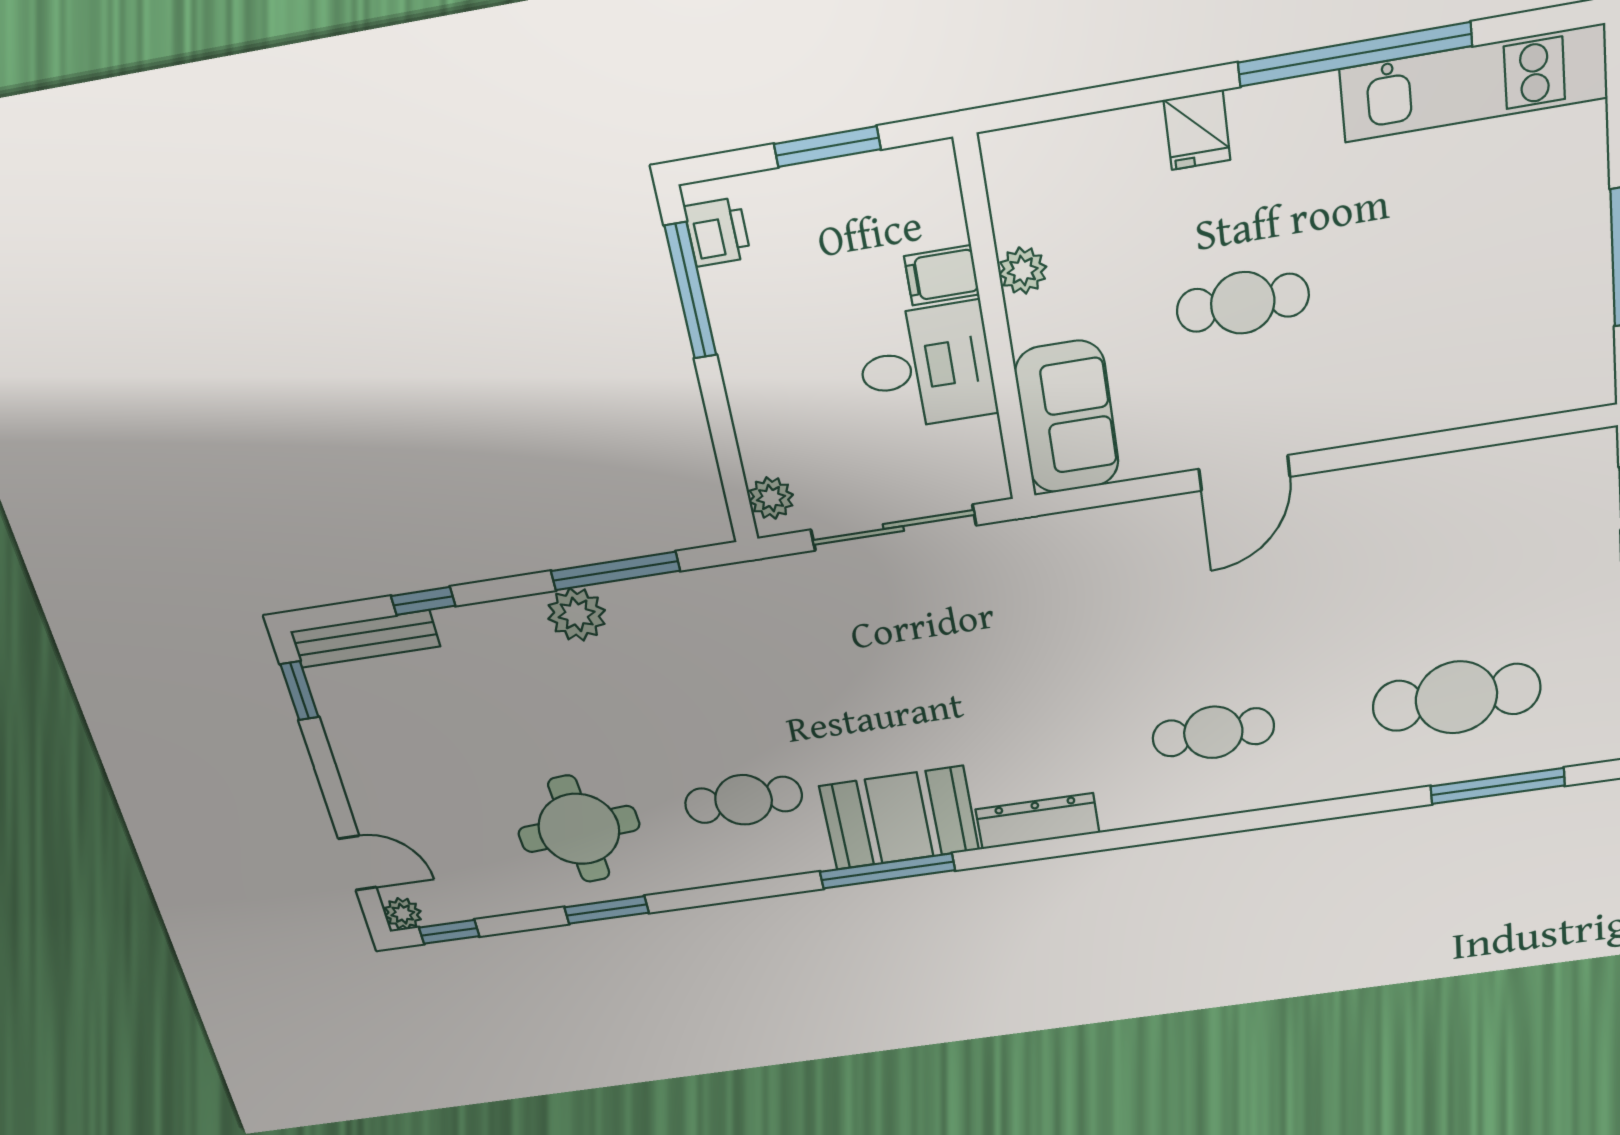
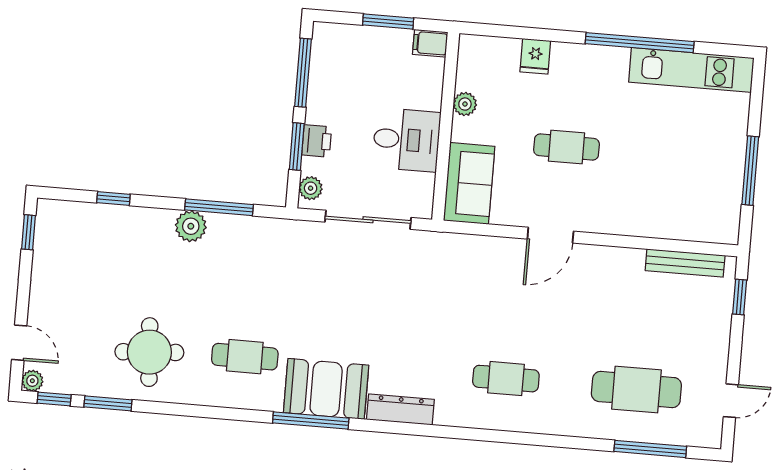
fridge: (1197, 130) -> (535, 56), moved
printer: (717, 232) -> (317, 141), moved
filing cabinet: (942, 275) -> (430, 43), moved
window: (722, 430) -> (297, 146), added
bench: (365, 639) -> (685, 263), moved
window: (607, 910) -> (108, 403), moved

